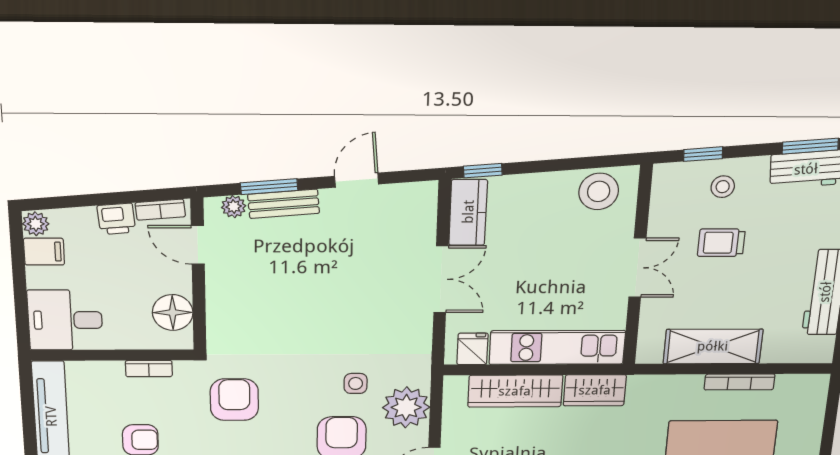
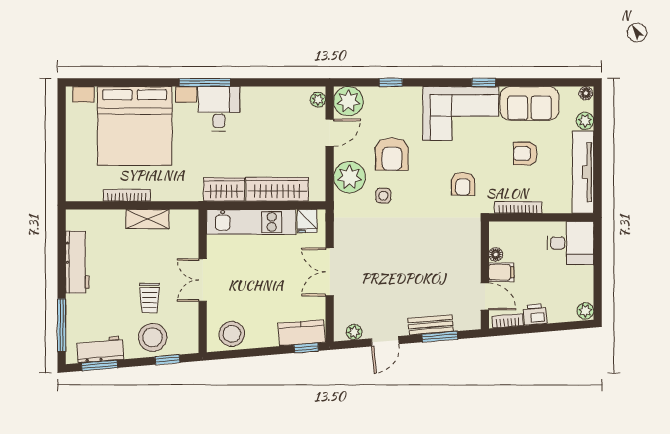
stool: (723, 187) -> (153, 337), width x1.89, depth x1.89
plant: (234, 207) -> (354, 332), moved
kitchen counter: (468, 212) -> (302, 333), moved, turned 85
trolley: (721, 243) -> (150, 298), turned 90
filing cabinet: (44, 252) -> (501, 272), moved, turned 180
floor lamp: (173, 313) -> (496, 254), width x0.53, depth x0.53
shelving: (713, 346) -> (147, 219), width x0.67, depth x0.75
bookcase: (149, 369) -> (518, 207), width x1.56
armchair: (234, 400) -> (463, 184), width x0.72, depth x0.72

